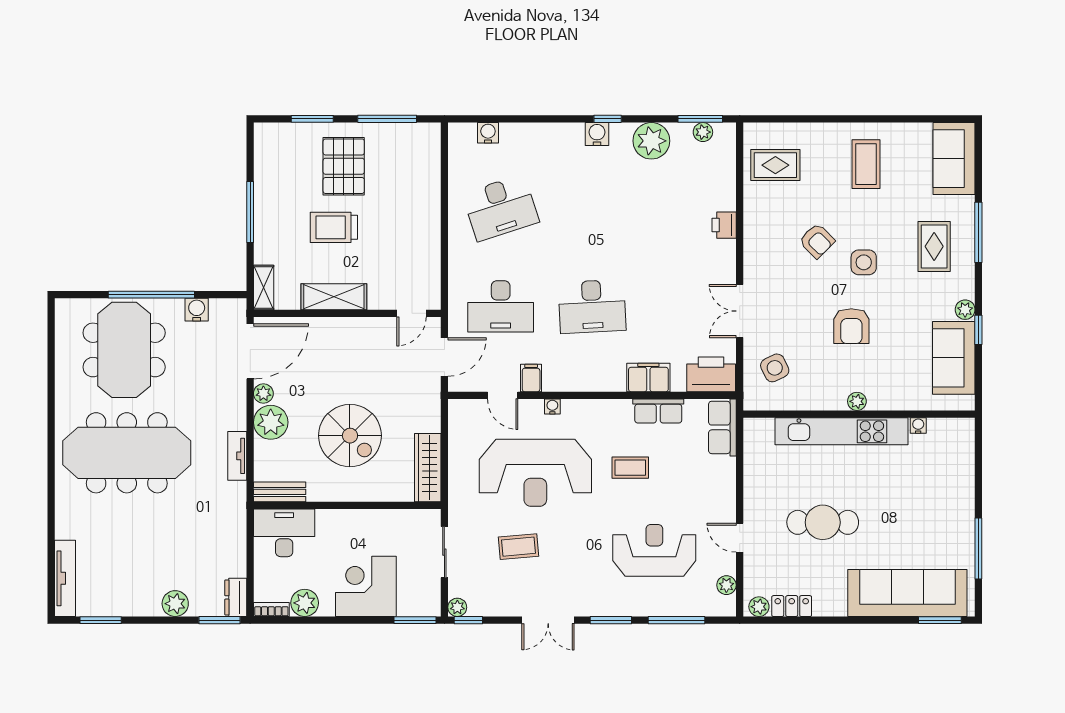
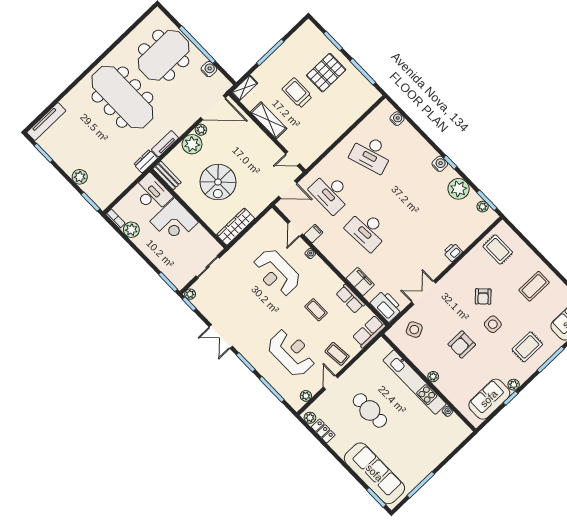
reception desk: (535, 473) -> (276, 273), width x0.74, depth x0.77
coffee table: (518, 547) -> (337, 354), moved
corner desk: (366, 586) -> (174, 222), moved, turned 180
dresser: (236, 597) -> (146, 161), moved

